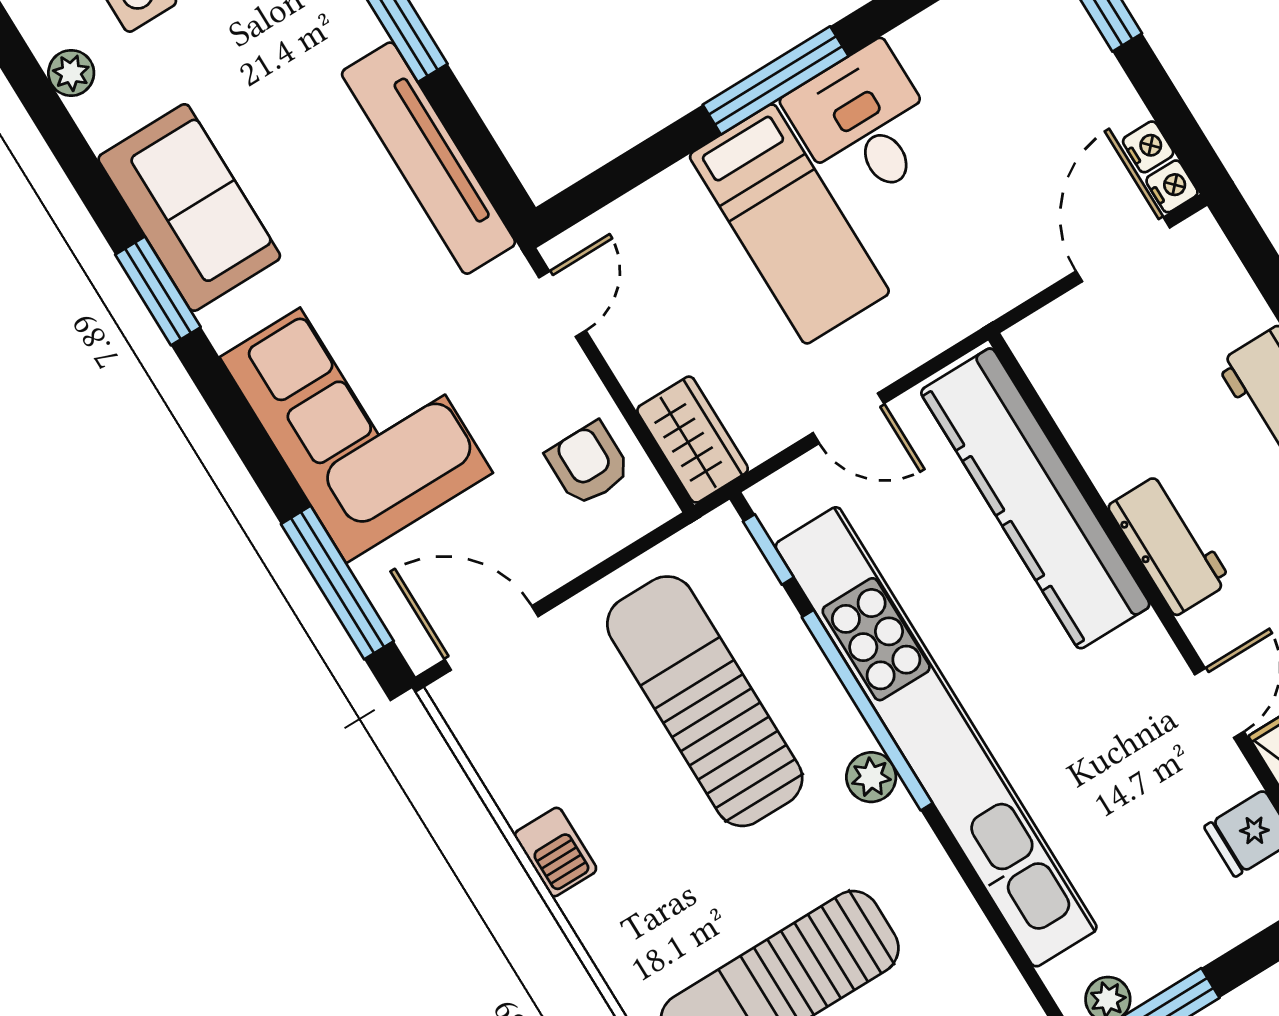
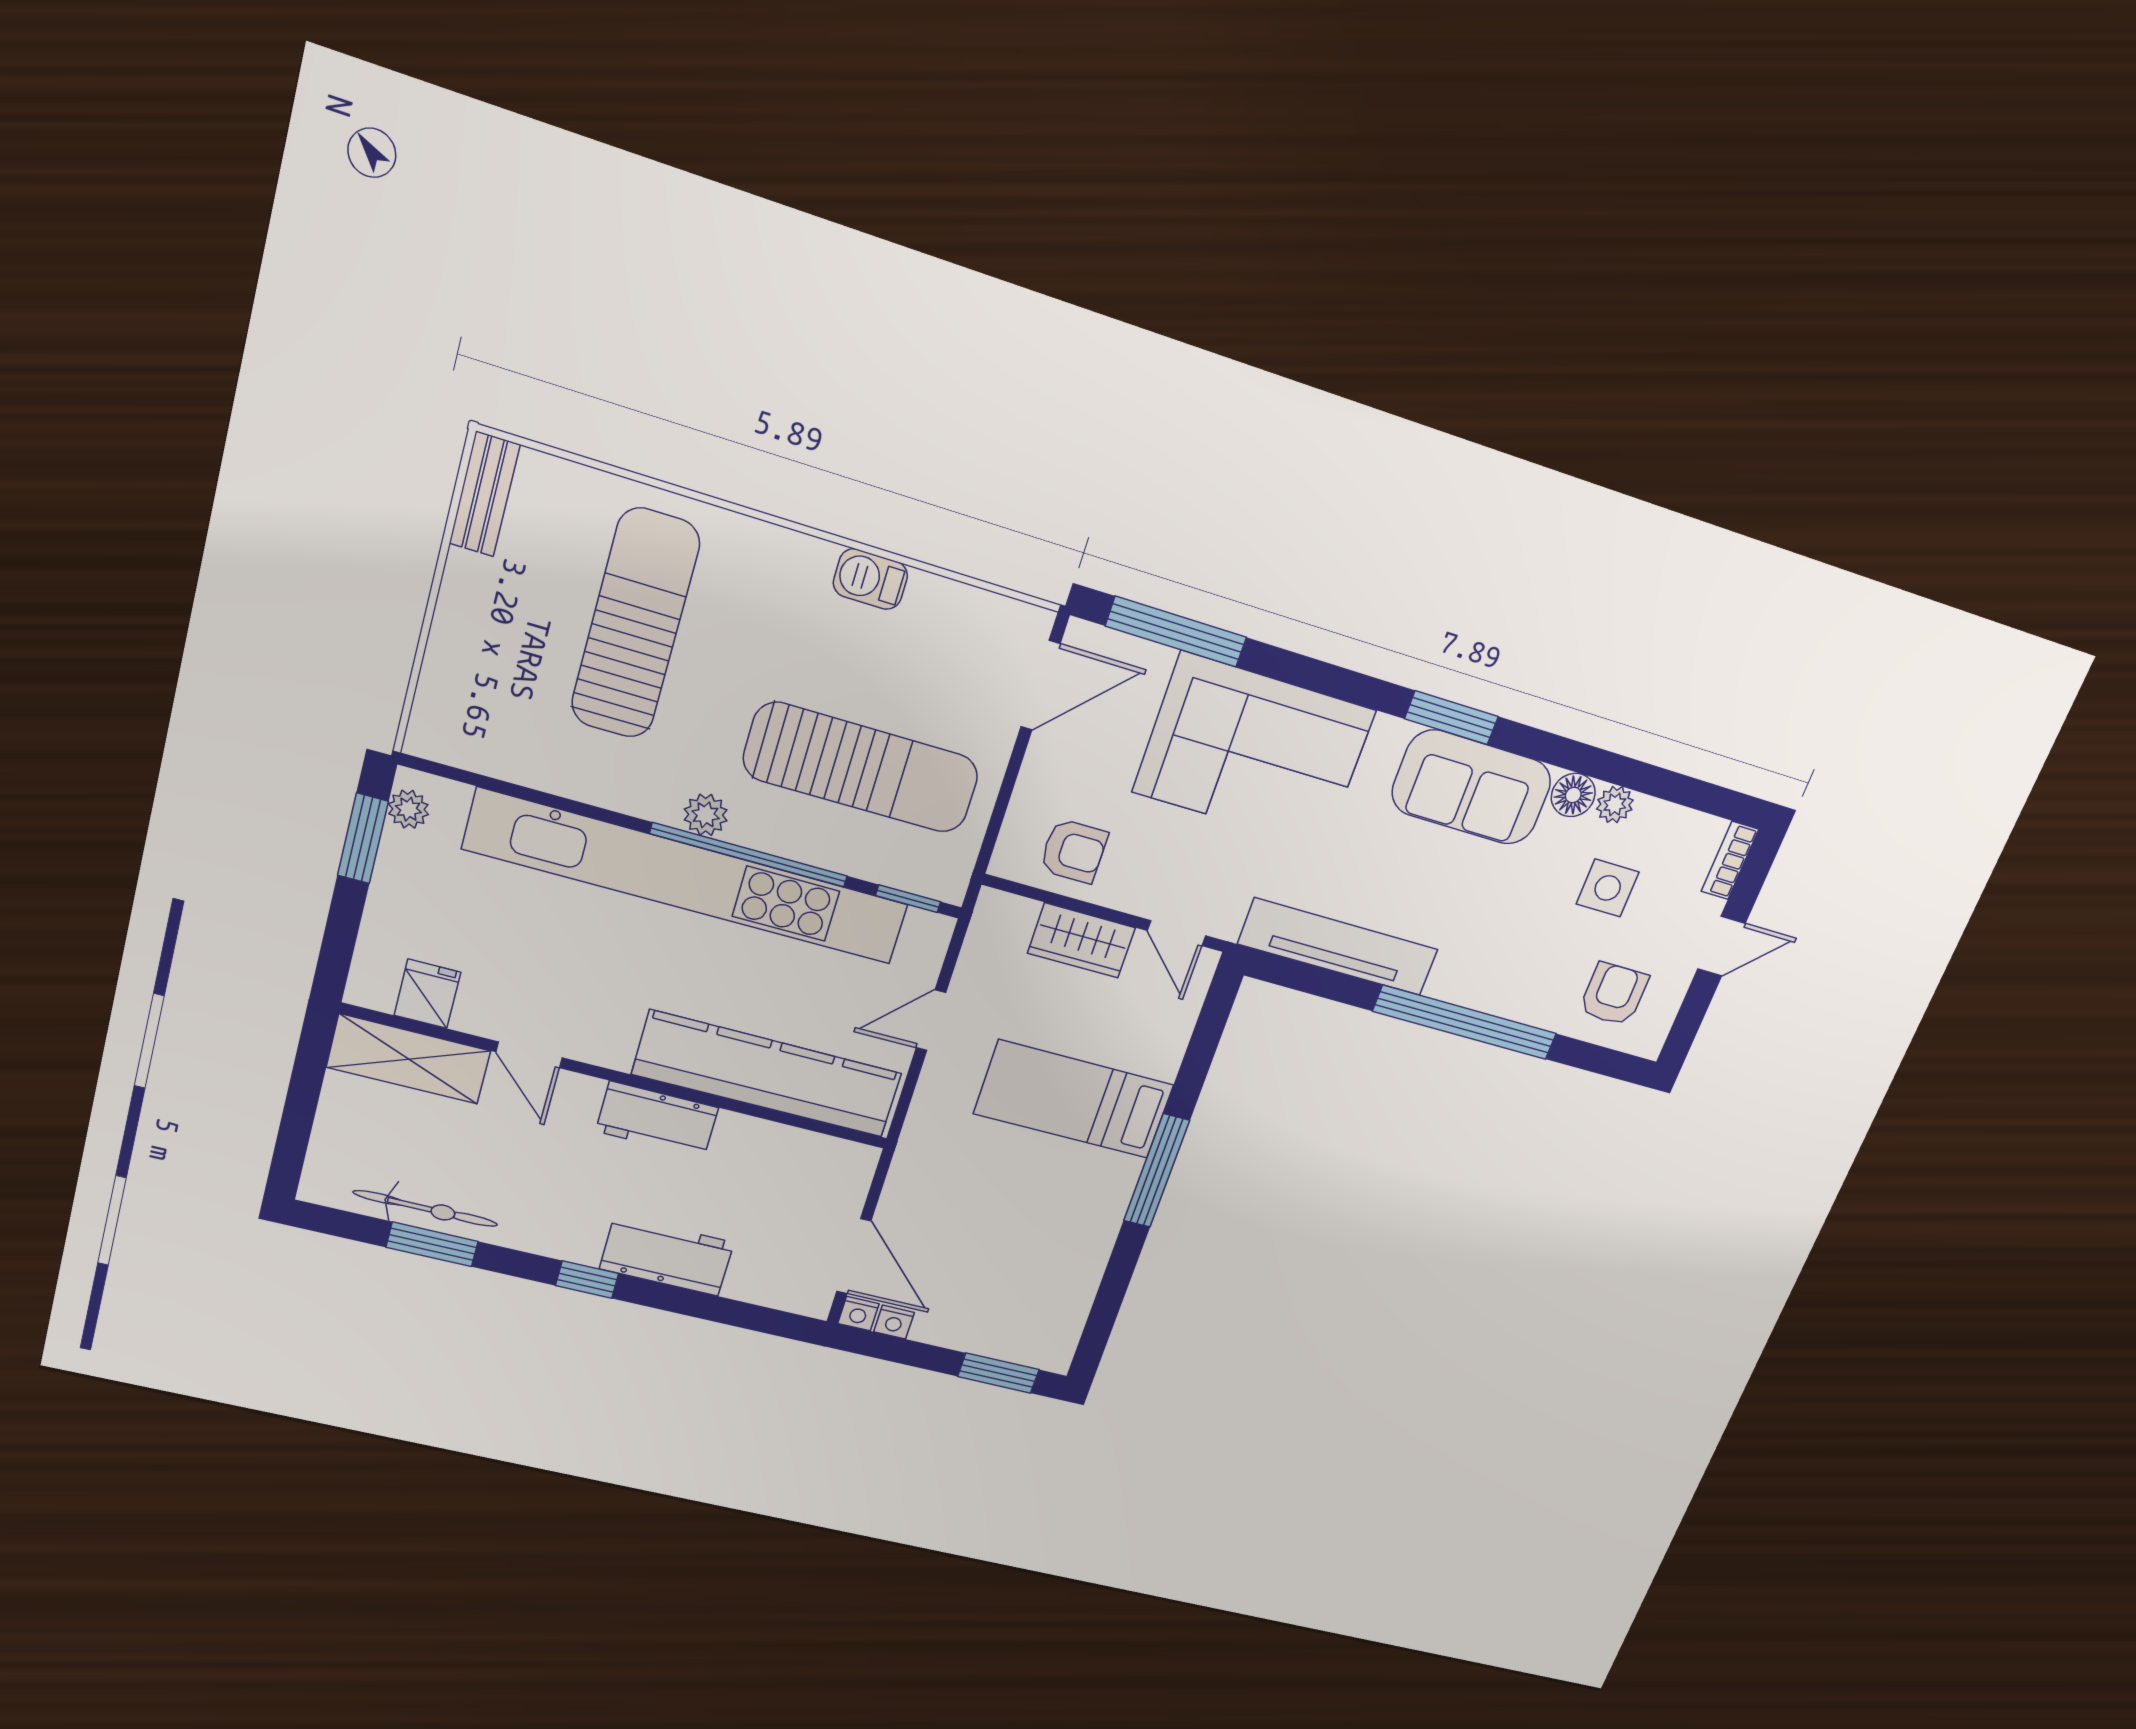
floor lamp: (103, 117) -> (1573, 795), added
desk: (864, 124) -> (1079, 1192), removed
wardrobe: (693, 440) -> (1081, 940), moved

